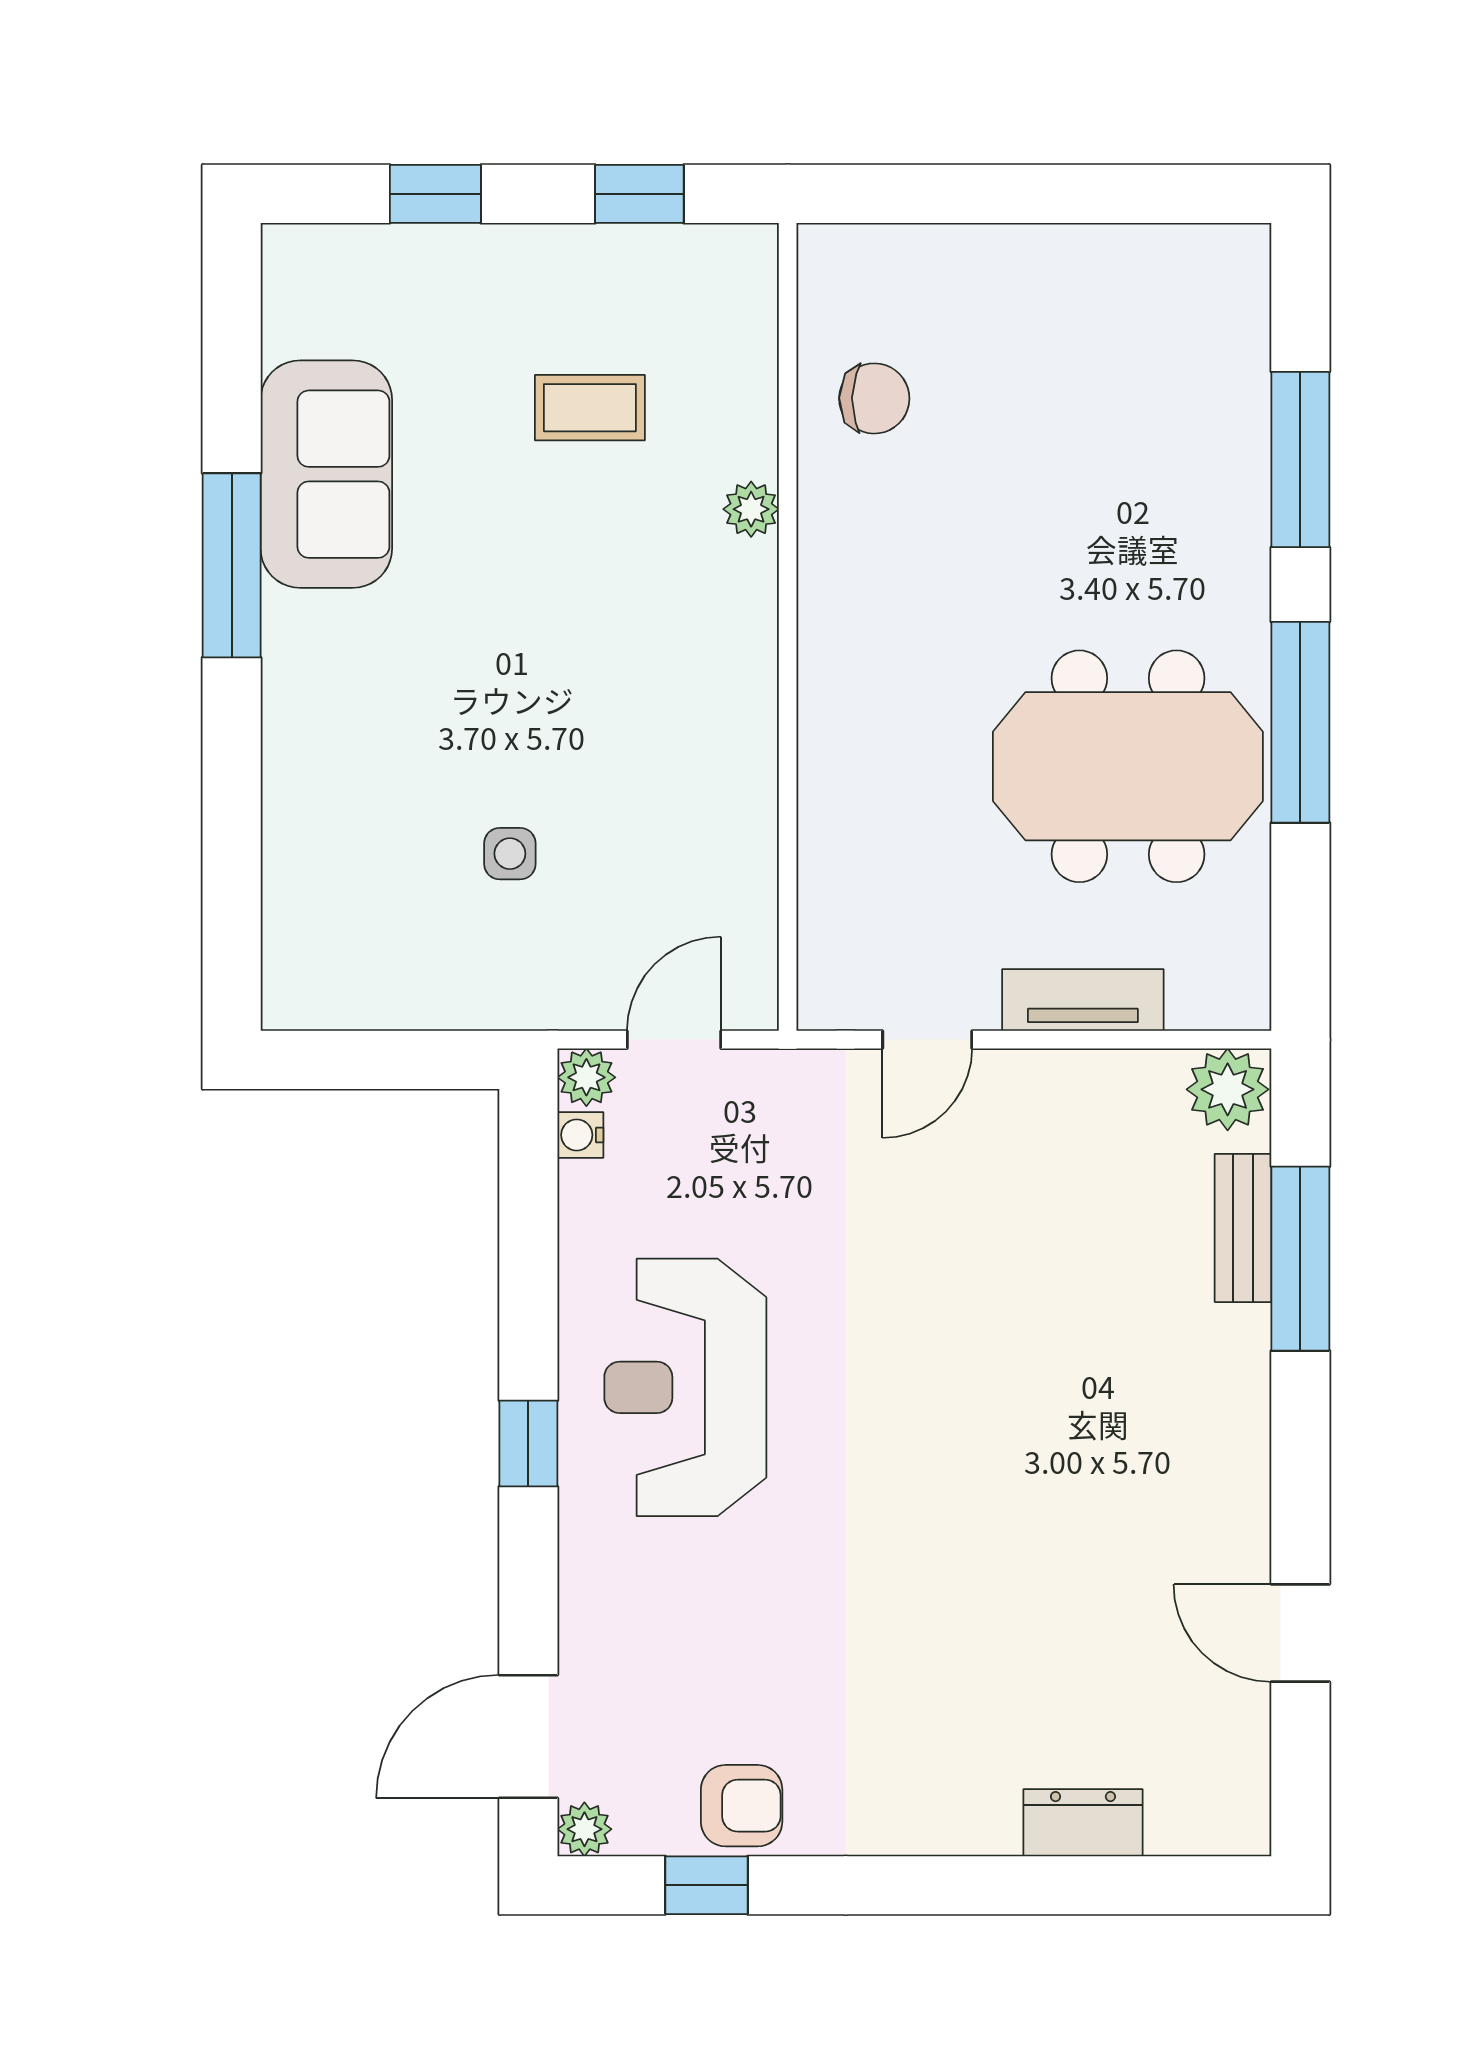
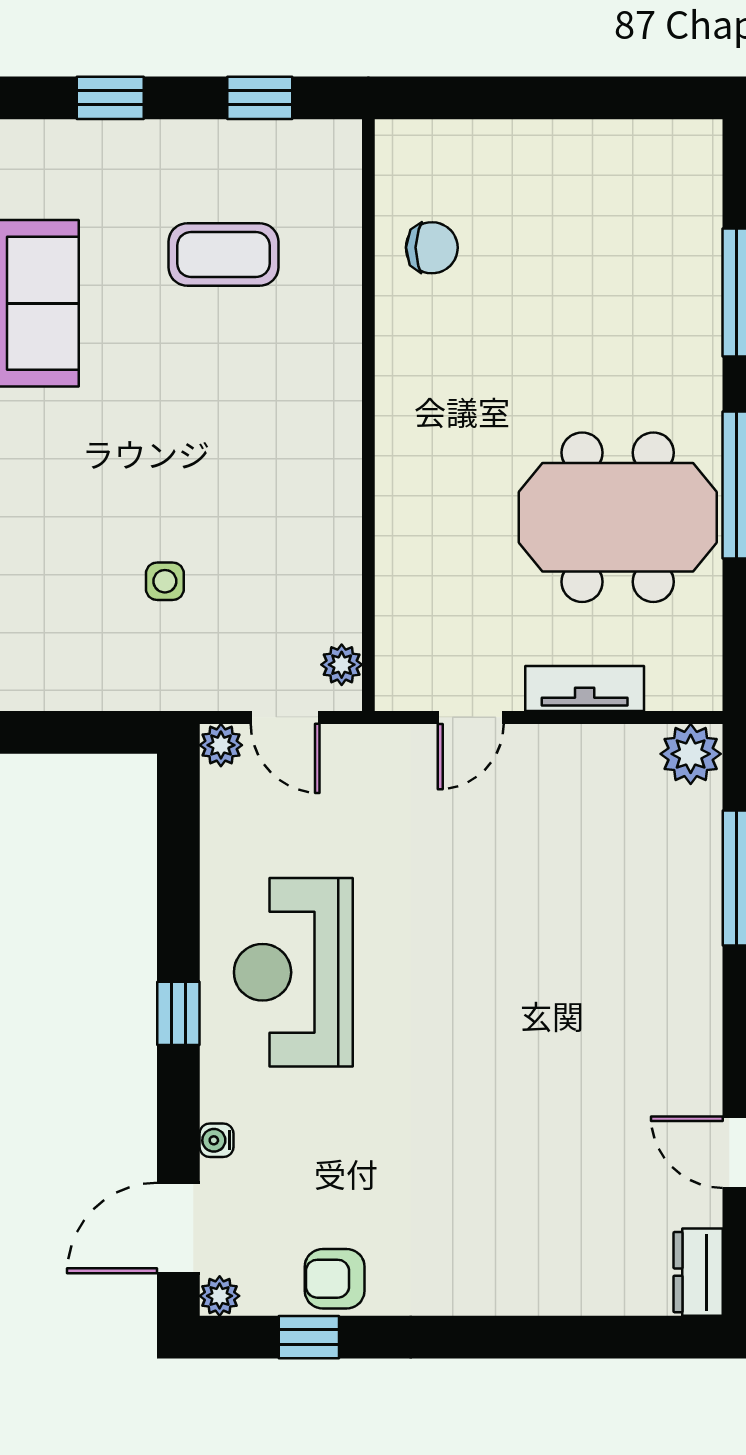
coffee table: (590, 408) -> (223, 254), width x1.36, depth x1.30
plant: (751, 509) -> (342, 665), moved
door: (674, 1040) -> (285, 717), swing flipped
water cooler: (580, 1135) -> (216, 1140), moved
bench: (1243, 1228) -> (702, 855), removed
armchair: (742, 1806) -> (335, 1279), turned 180
dresser: (1083, 1823) -> (698, 1272), moved, turned -90

